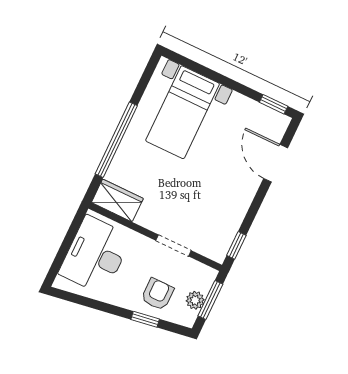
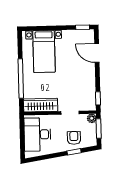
wardrobe: (117, 200) -> (41, 105), width x1.50
plant: (195, 300) -> (92, 118), moved

